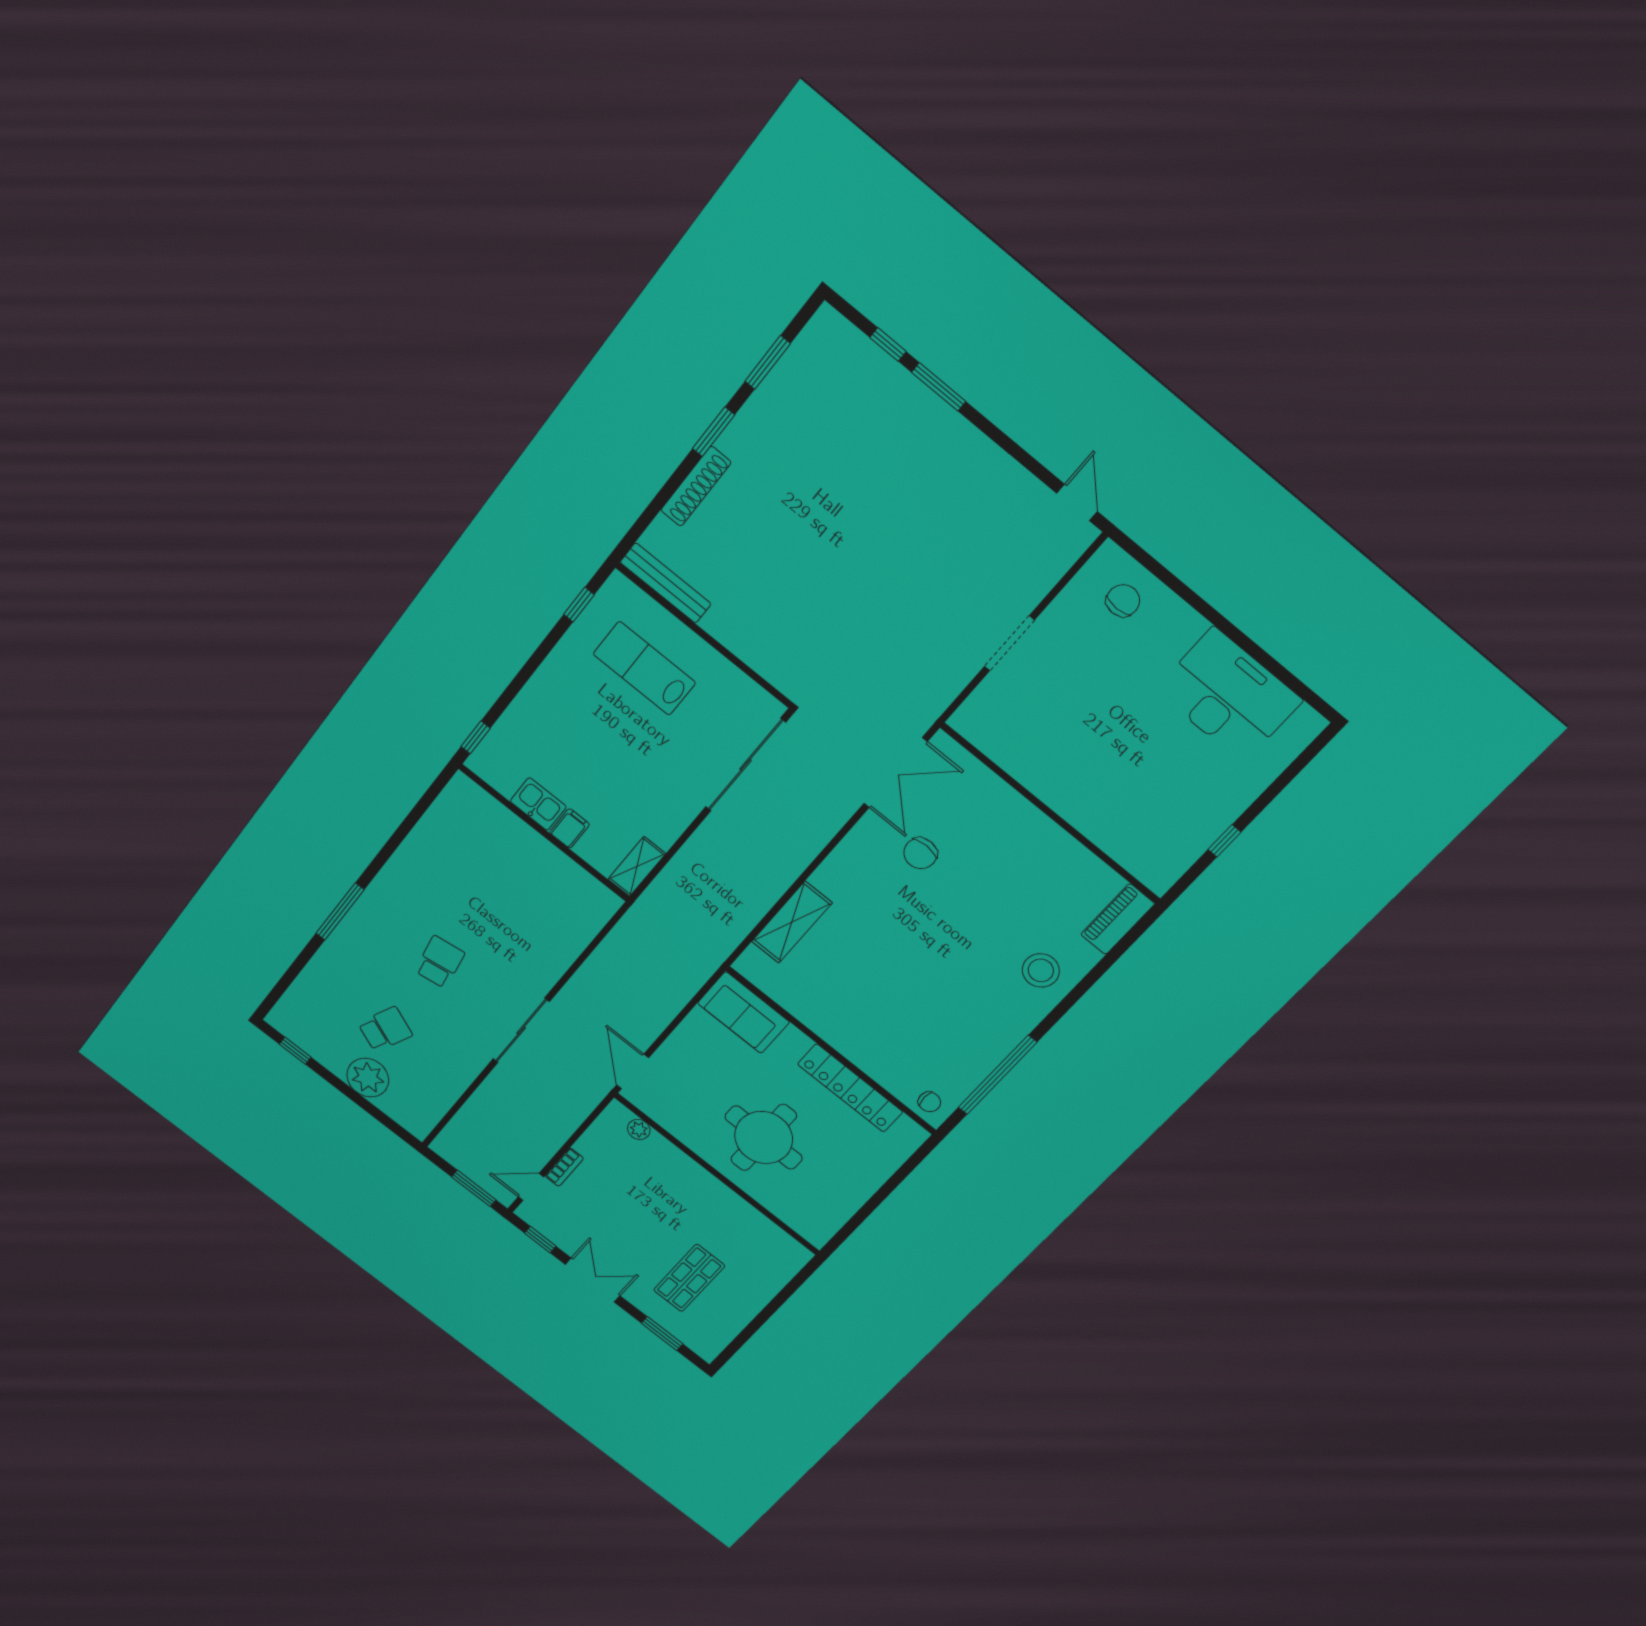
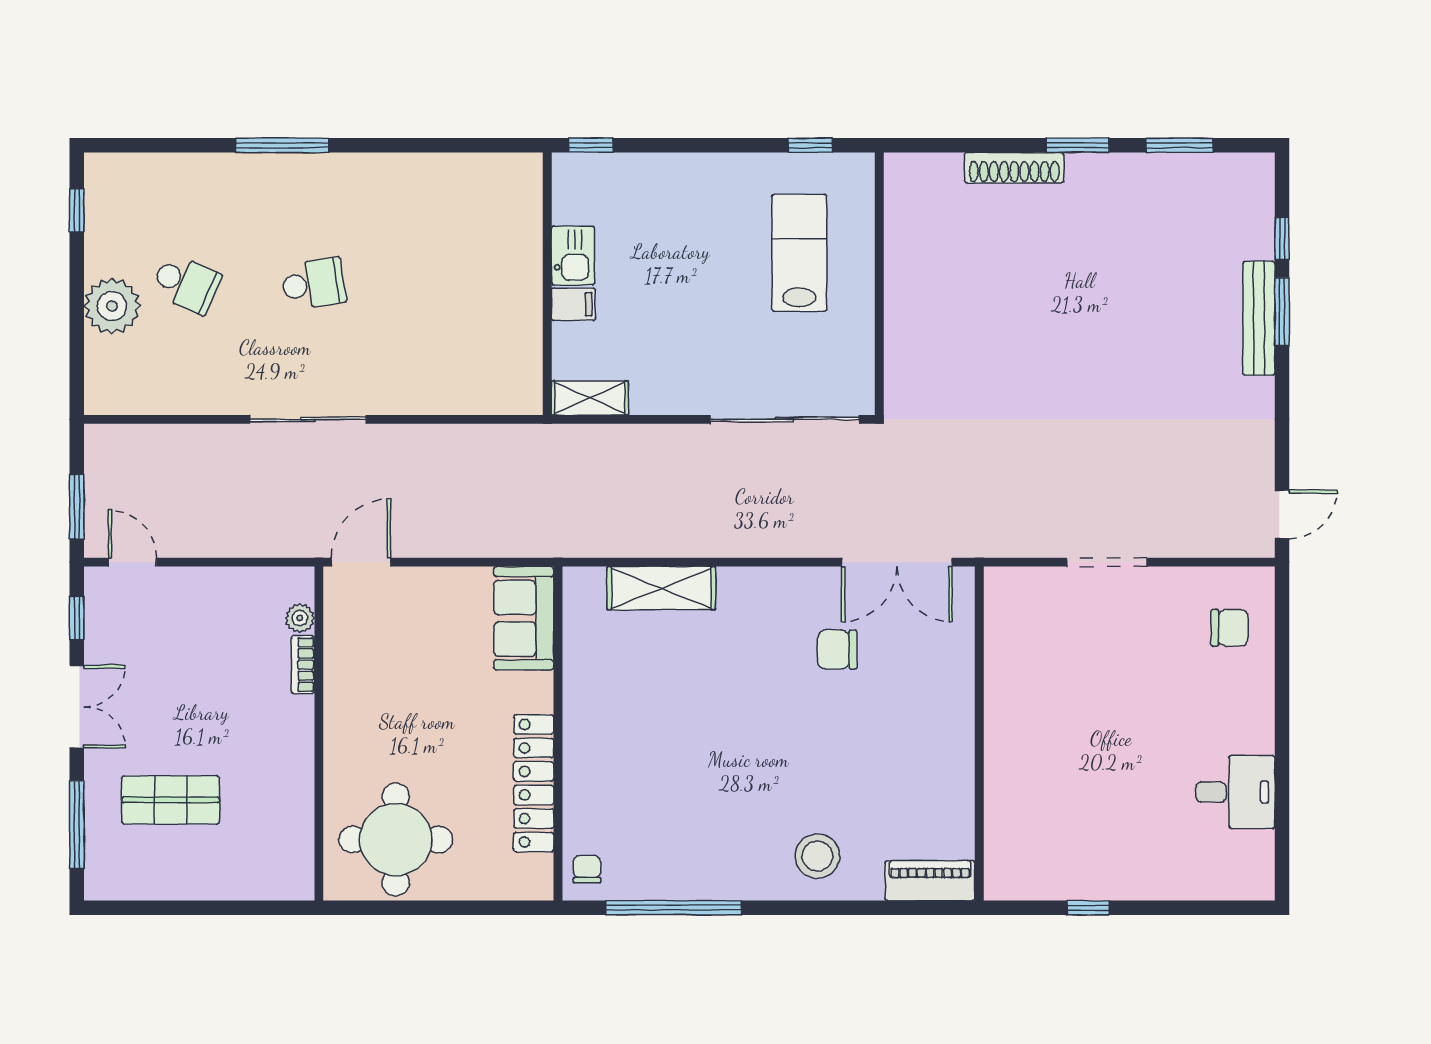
bench: (666, 583) -> (1259, 318), moved
desk: (1228, 695) -> (1235, 792), width x0.53, depth x0.77
chair: (929, 1102) -> (587, 869), turned 180
round table: (764, 1137) -> (396, 839), moved
bookcase: (564, 1167) -> (303, 665), moved, turned 90
window: (662, 1334) -> (77, 825), width x1.44

